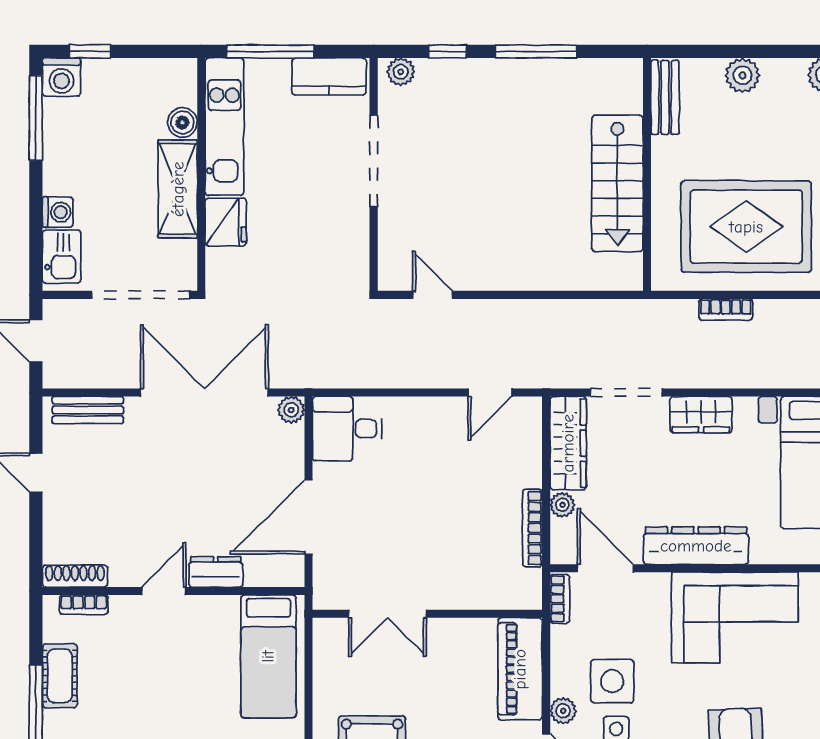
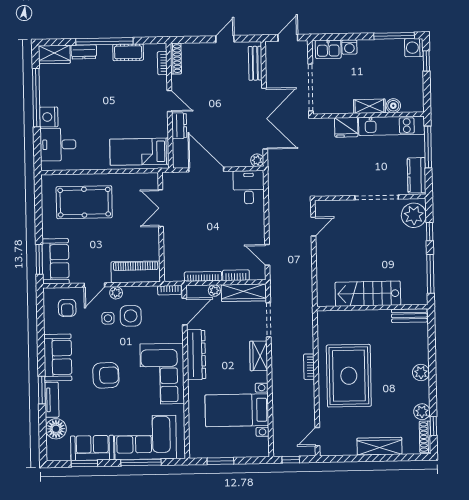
plant: (401, 72) -> (414, 215), width x1.88, depth x1.88
bench: (665, 97) -> (409, 316), moved
wall: (647, 174) -> (372, 308), moved
stairs: (617, 183) -> (368, 294), moved
shelving: (178, 189) -> (369, 106), width x0.67, depth x0.75
bookcase: (531, 459) -> (236, 275), added

